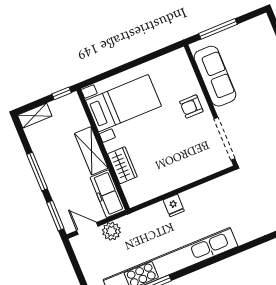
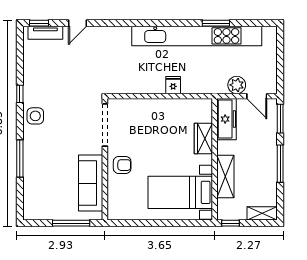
shelving: (91, 151) -> (225, 177), moved

